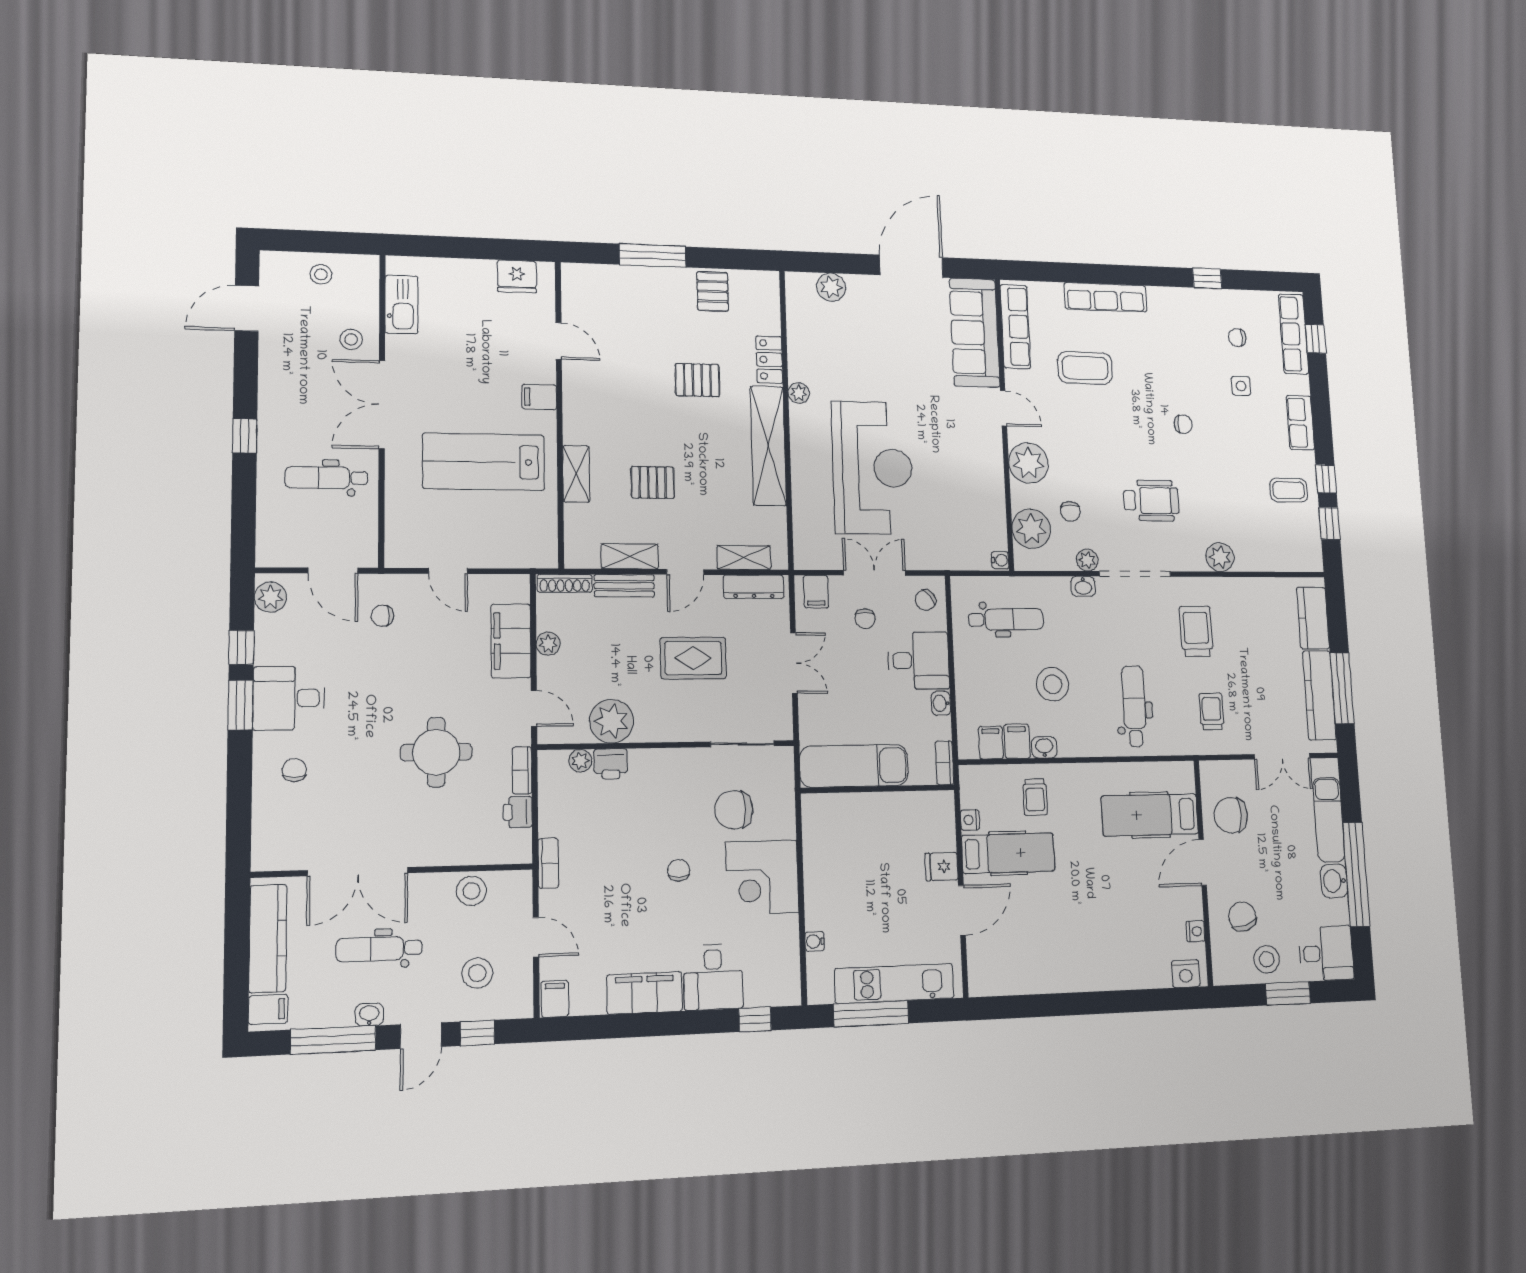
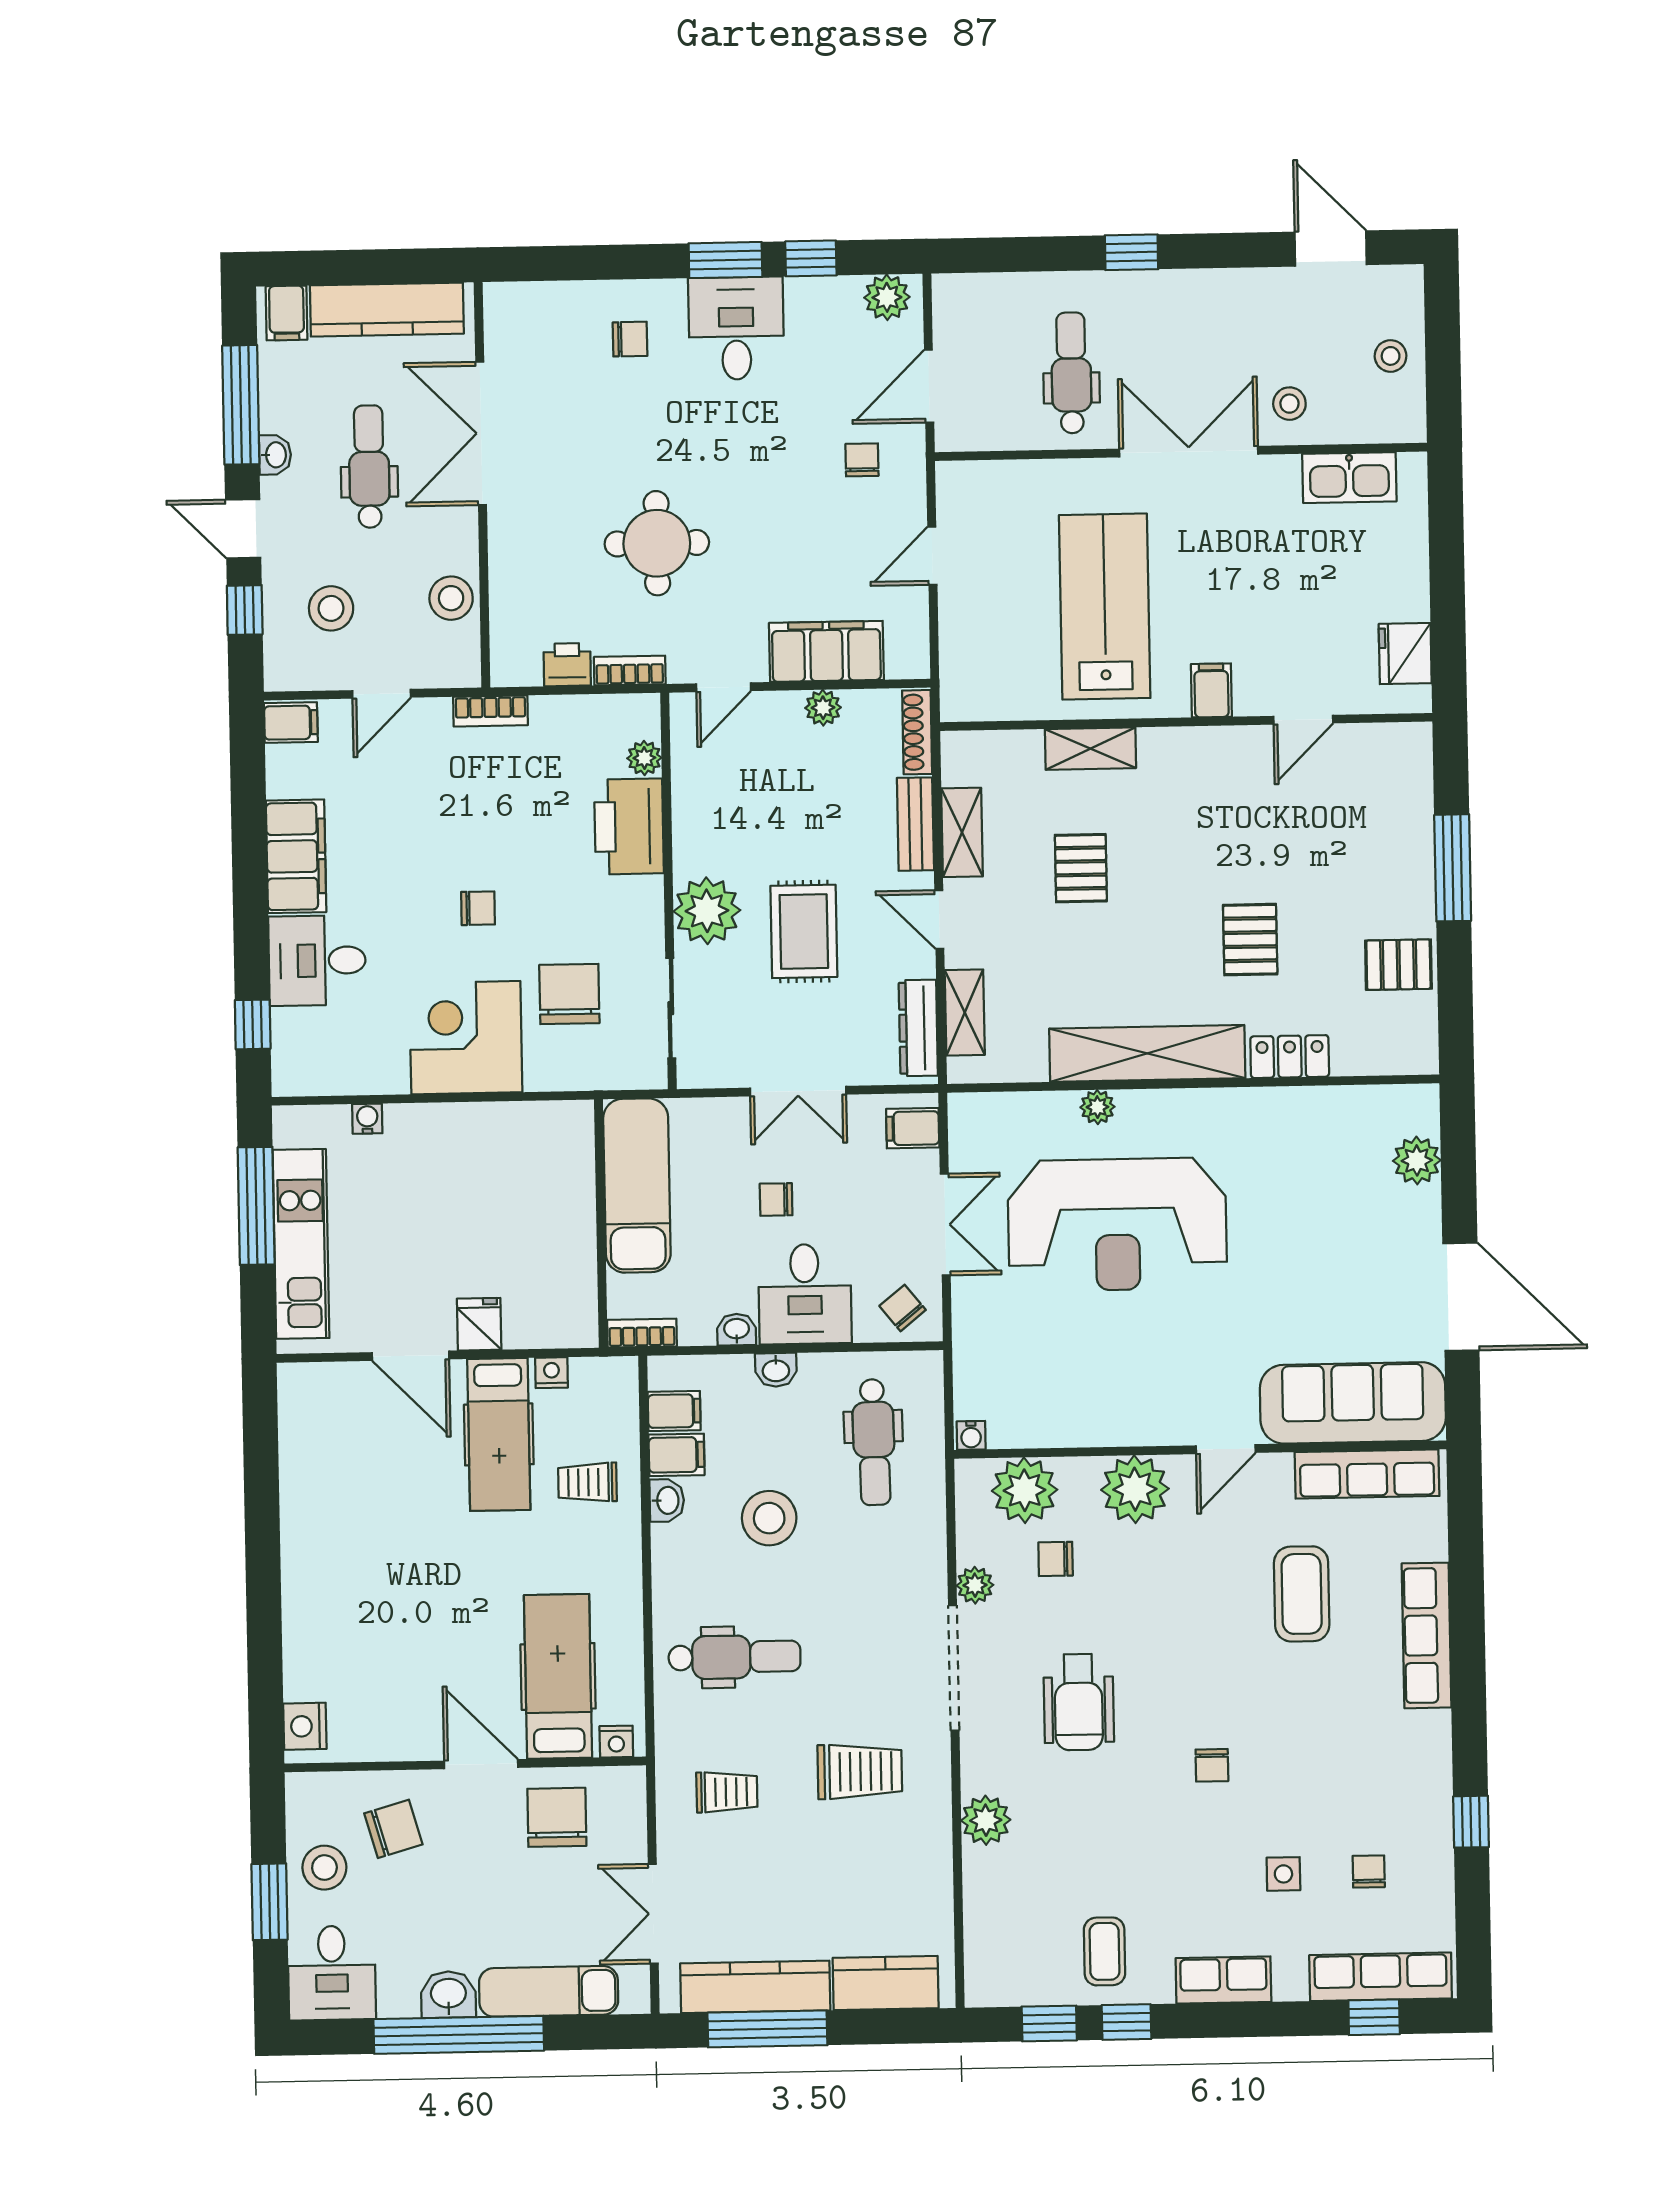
plant: (799, 393) -> (1097, 1107), moved
washbasin: (1083, 586) -> (776, 1370), moved, turned -90
chair: (865, 619) -> (776, 1199), moved
plant: (612, 721) -> (707, 911), moved
printer: (611, 764) -> (629, 826), width x1.87, depth x1.48
nightstand: (1195, 931) -> (616, 1742), moved

